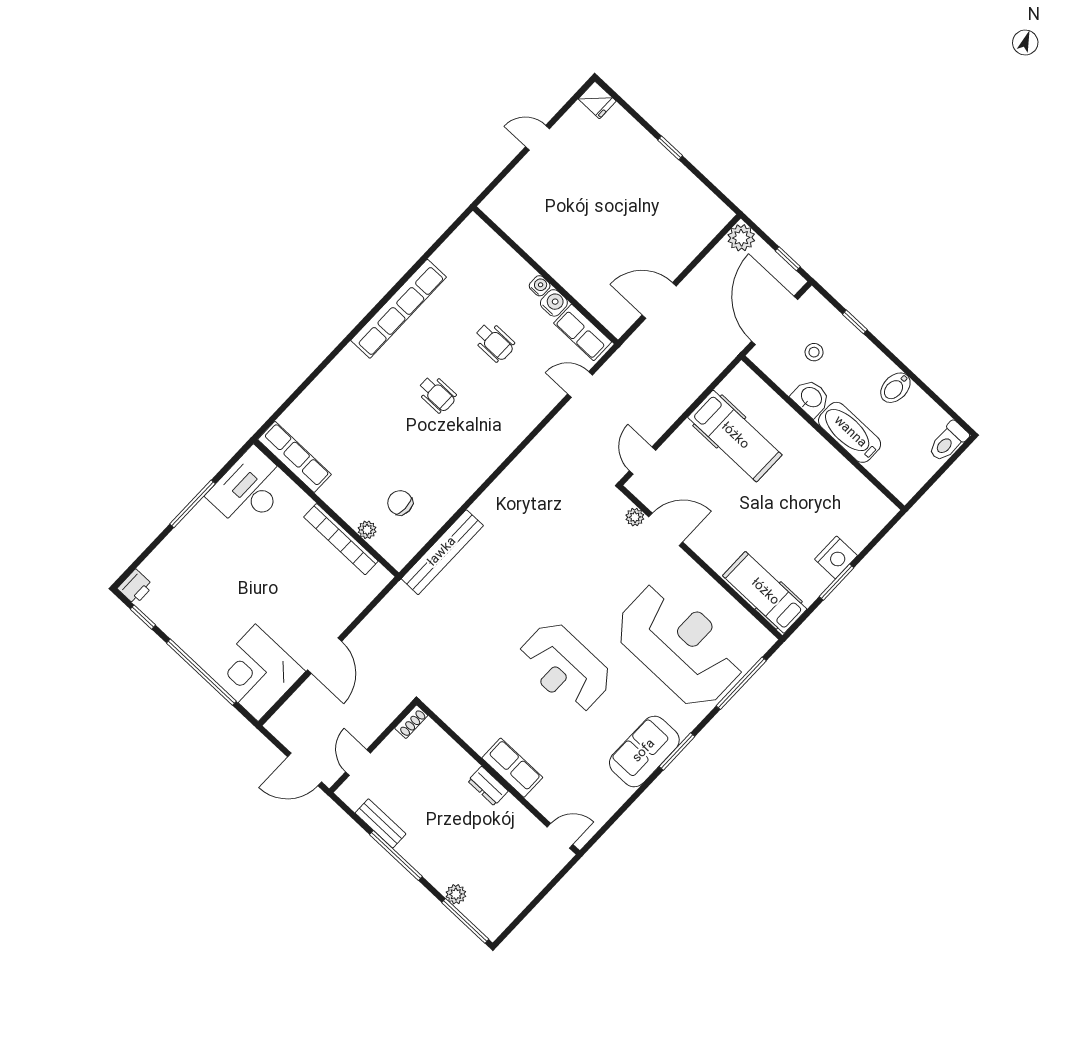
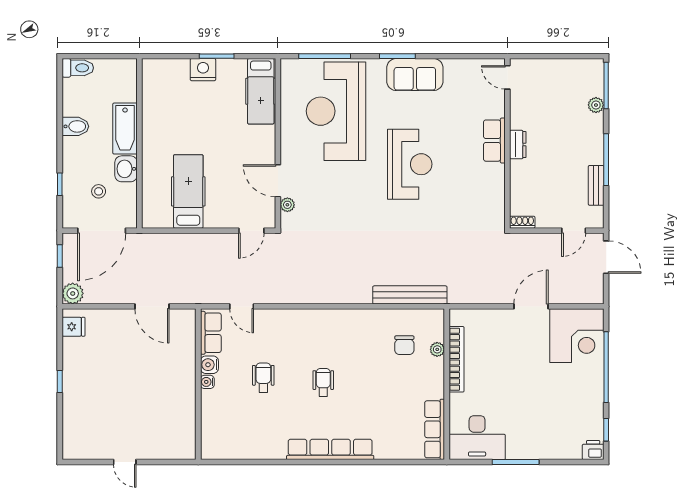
fridge: (597, 100) -> (73, 327), moved, turned 90
row of seats: (399, 309) -> (330, 449), moved

